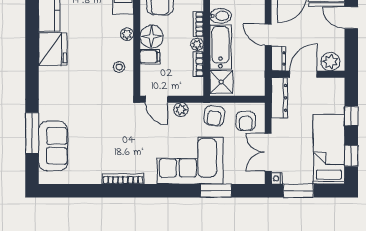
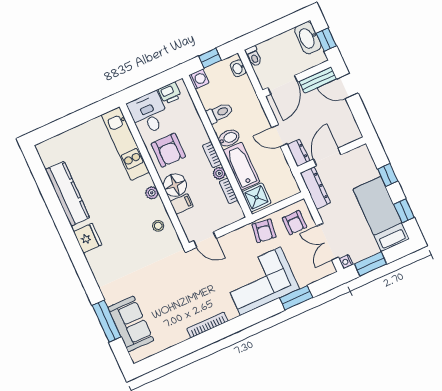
fridge: (53, 49) -> (88, 238), width x0.73, depth x0.75
plant: (330, 62) -> (347, 134), removed
plant: (181, 110) -> (231, 239), removed

